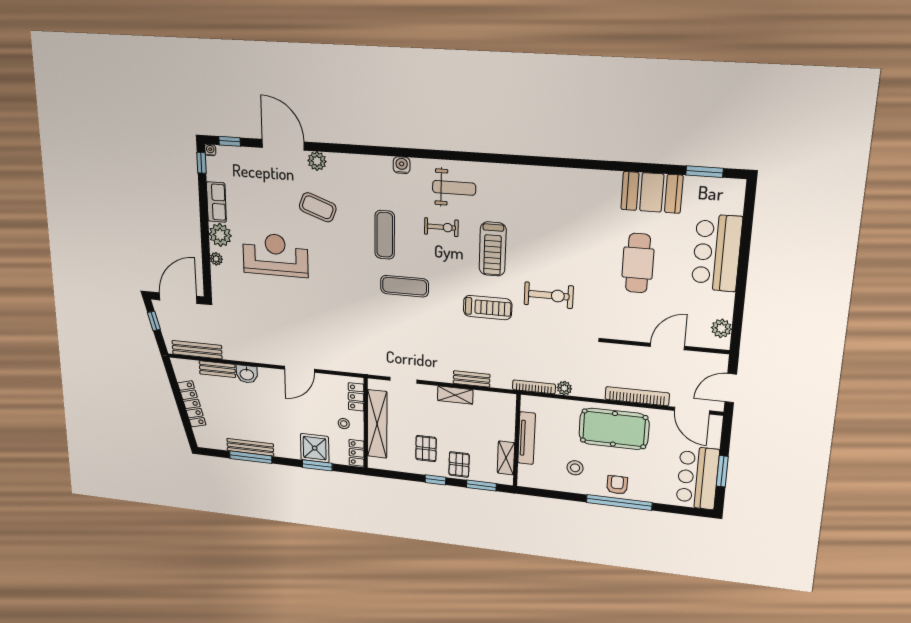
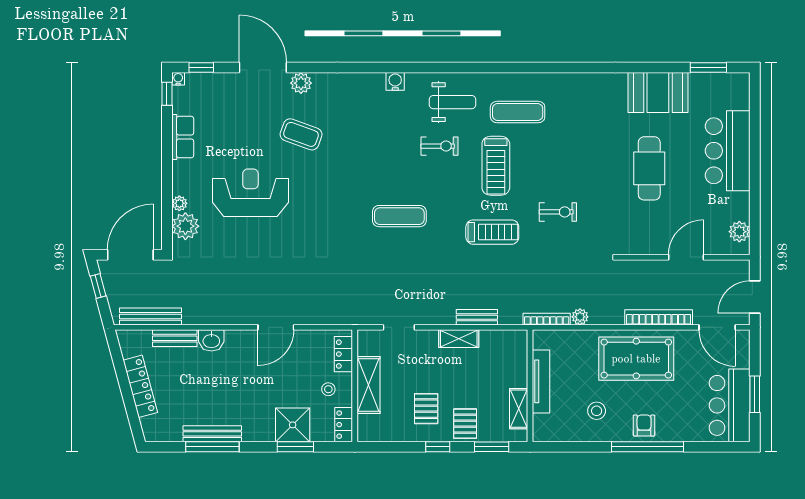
plant: (220, 235) -> (185, 226), moved
exercise mat: (385, 235) -> (518, 112), moved, turned 90
exercise bike: (549, 295) -> (558, 212), width x0.73, depth x0.72
shelving: (377, 424) -> (368, 385), width x0.68

